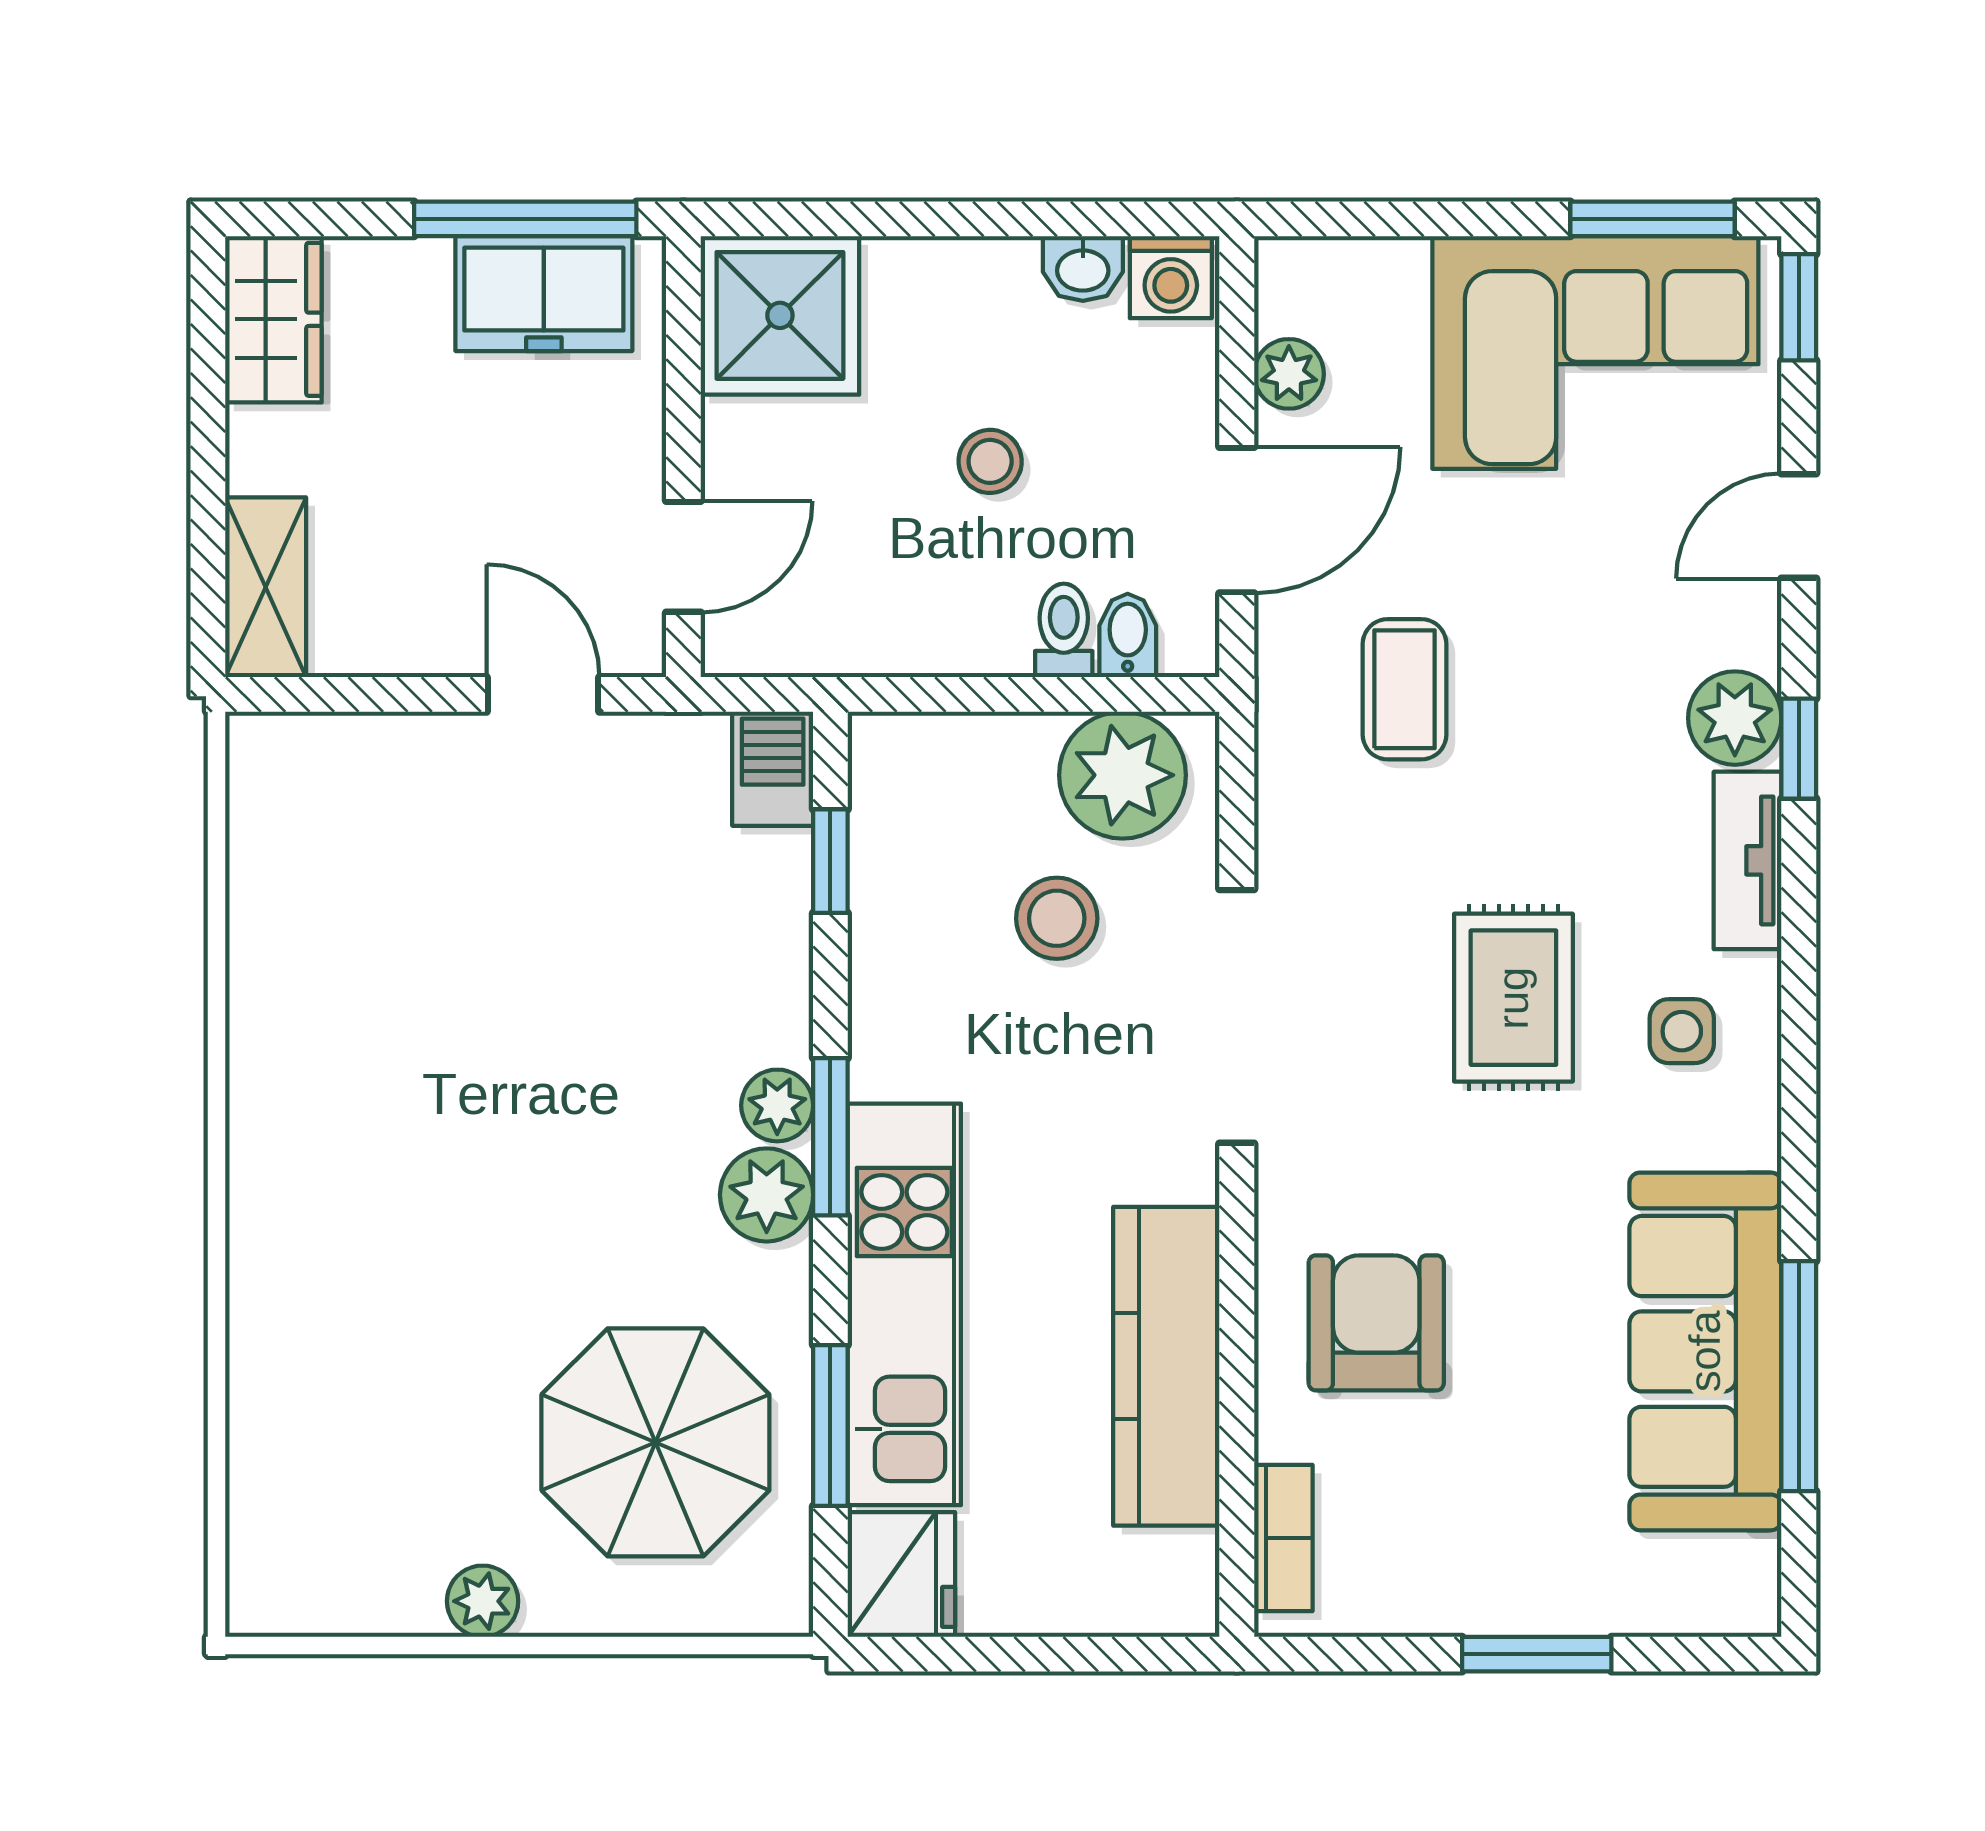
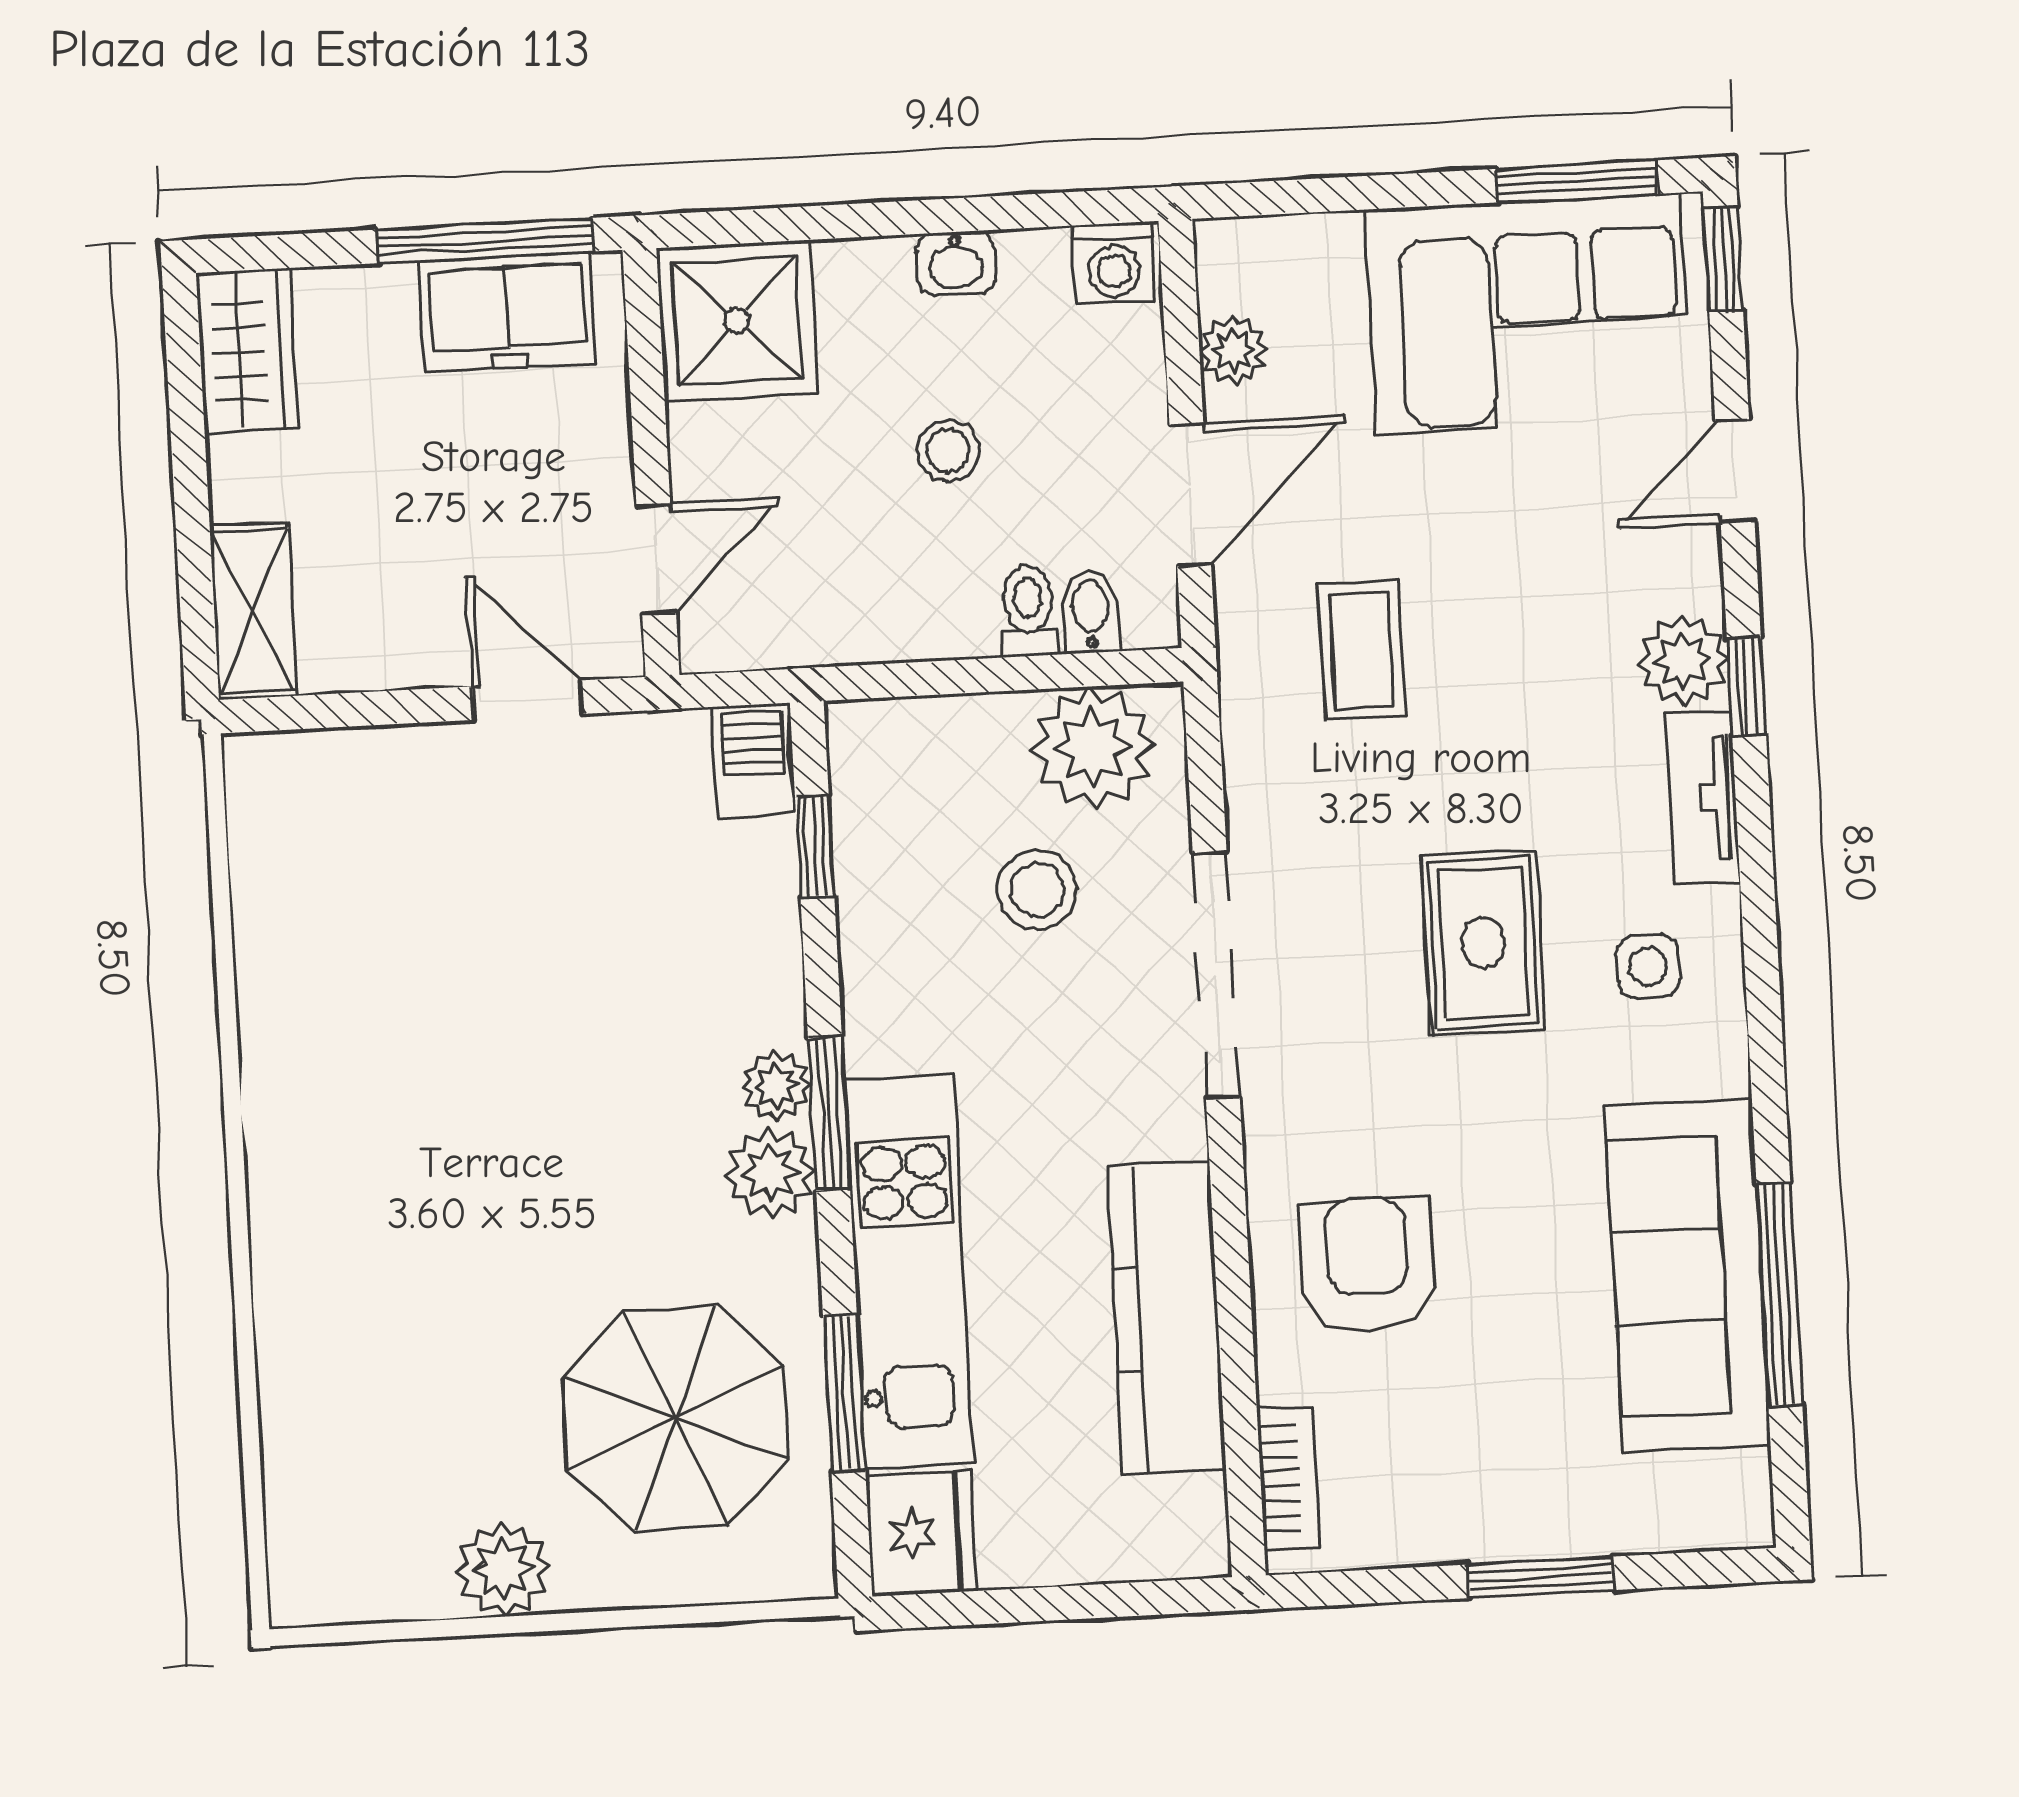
washbasin: (1083, 269) -> (956, 263), moved
plant: (483, 1601) -> (503, 1569), width x1.38, depth x1.38

